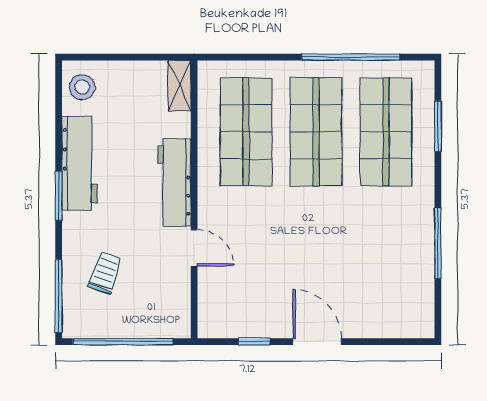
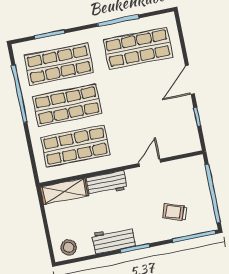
shelving: (179, 86) -> (64, 191), width x1.50, depth x1.33
workbench: (80, 163) -> (114, 240), width x0.73
workbench: (174, 183) -> (107, 183), width x0.73
shop shelf: (386, 267) -> (138, 48), added

